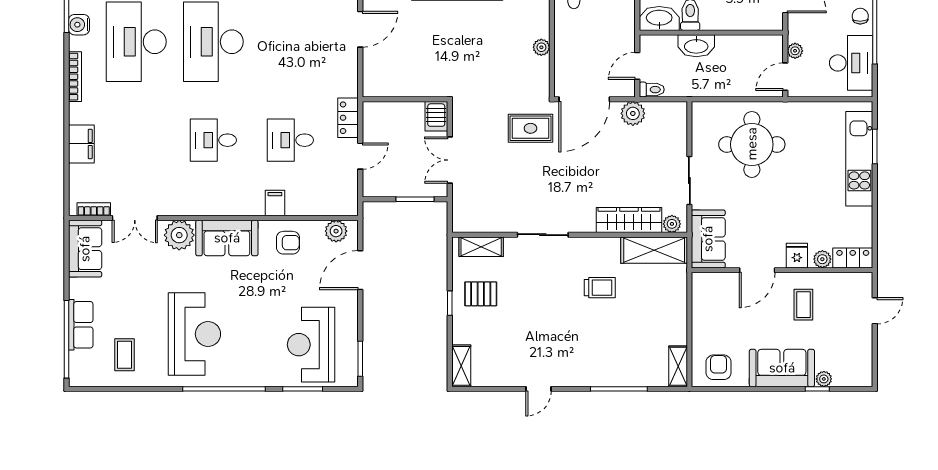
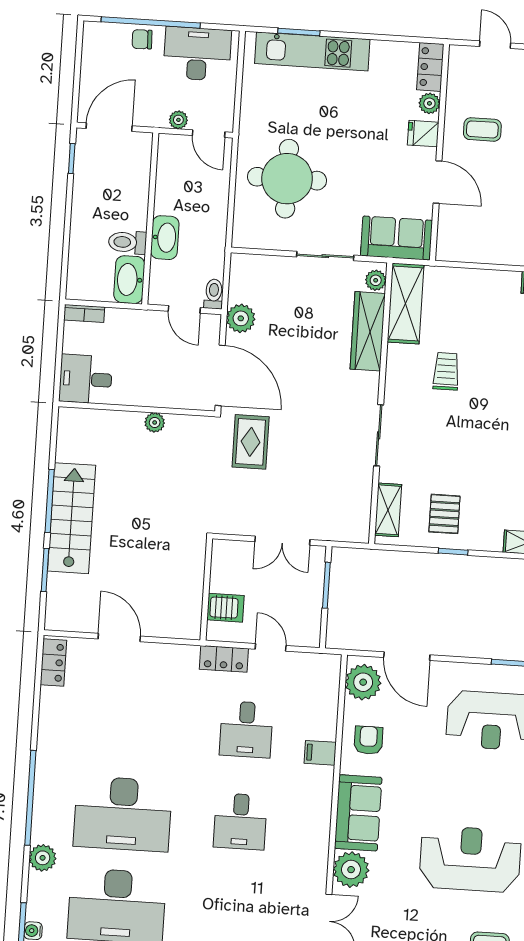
server rack: (436, 116) -> (225, 608), moved
plant: (336, 231) -> (363, 682), width x1.36, depth x1.36

